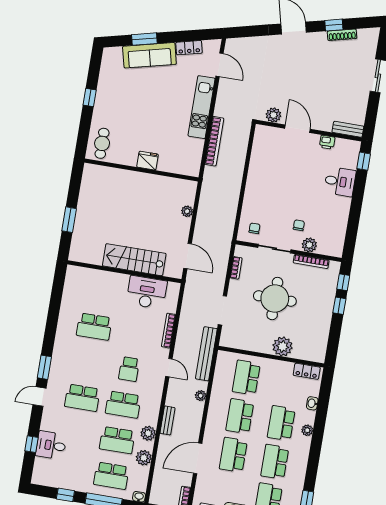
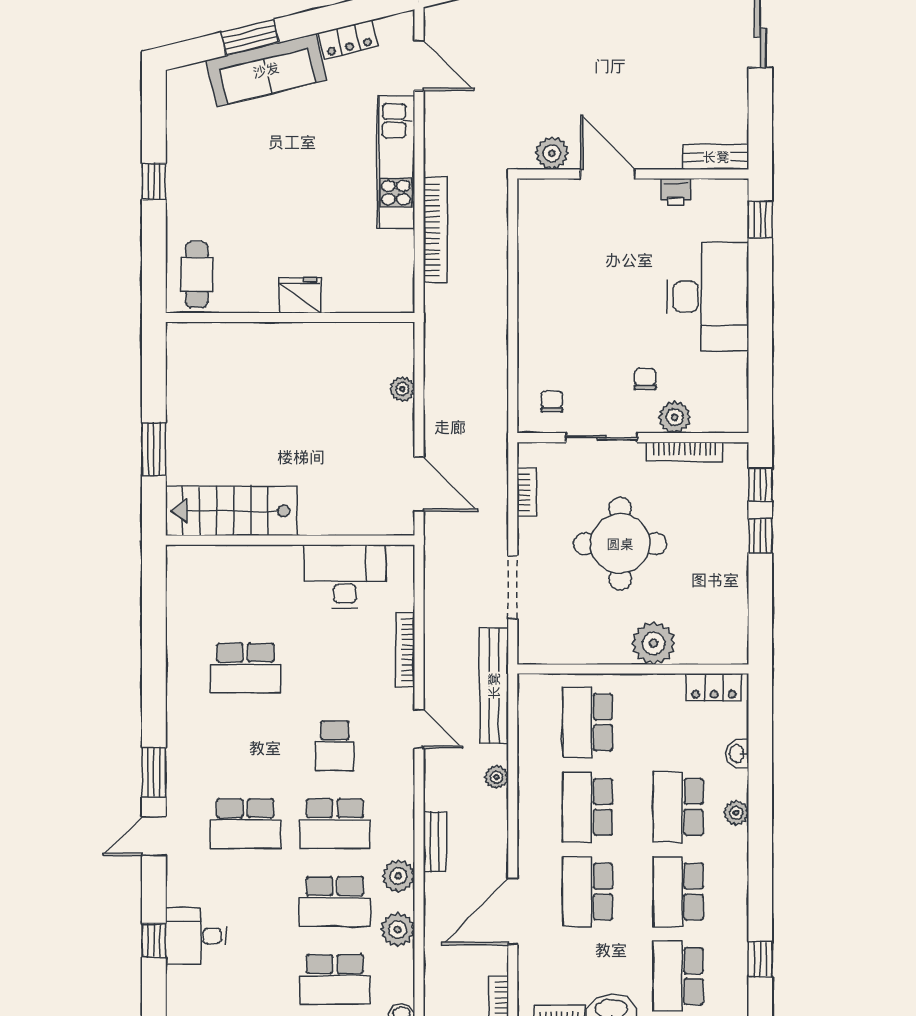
desk: (340, 182) -> (708, 297), width x1.87, depth x1.30
stairs: (134, 260) -> (231, 511), moved

